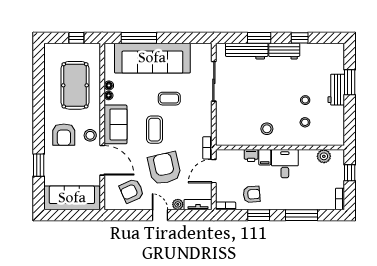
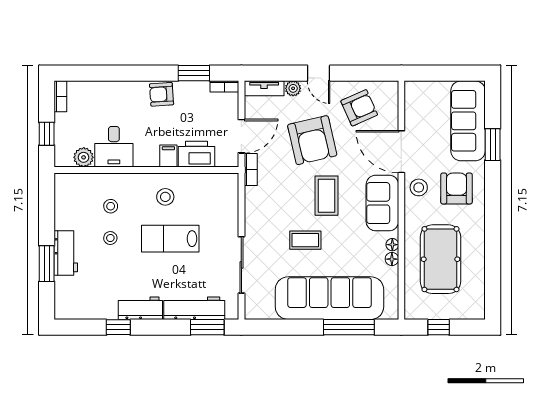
window: (259, 38) -> (207, 327), moved
lab bench: (263, 100) -> (170, 239), added
printer: (251, 156) -> (196, 154), width x1.87, depth x1.48
desk: (285, 164) -> (114, 147), moved
armchair: (252, 194) -> (162, 94), moved
sofa: (72, 198) -> (468, 121), moved, turned 90
window: (259, 215) -> (194, 73), moved
window: (301, 215) -> (116, 73), removed

